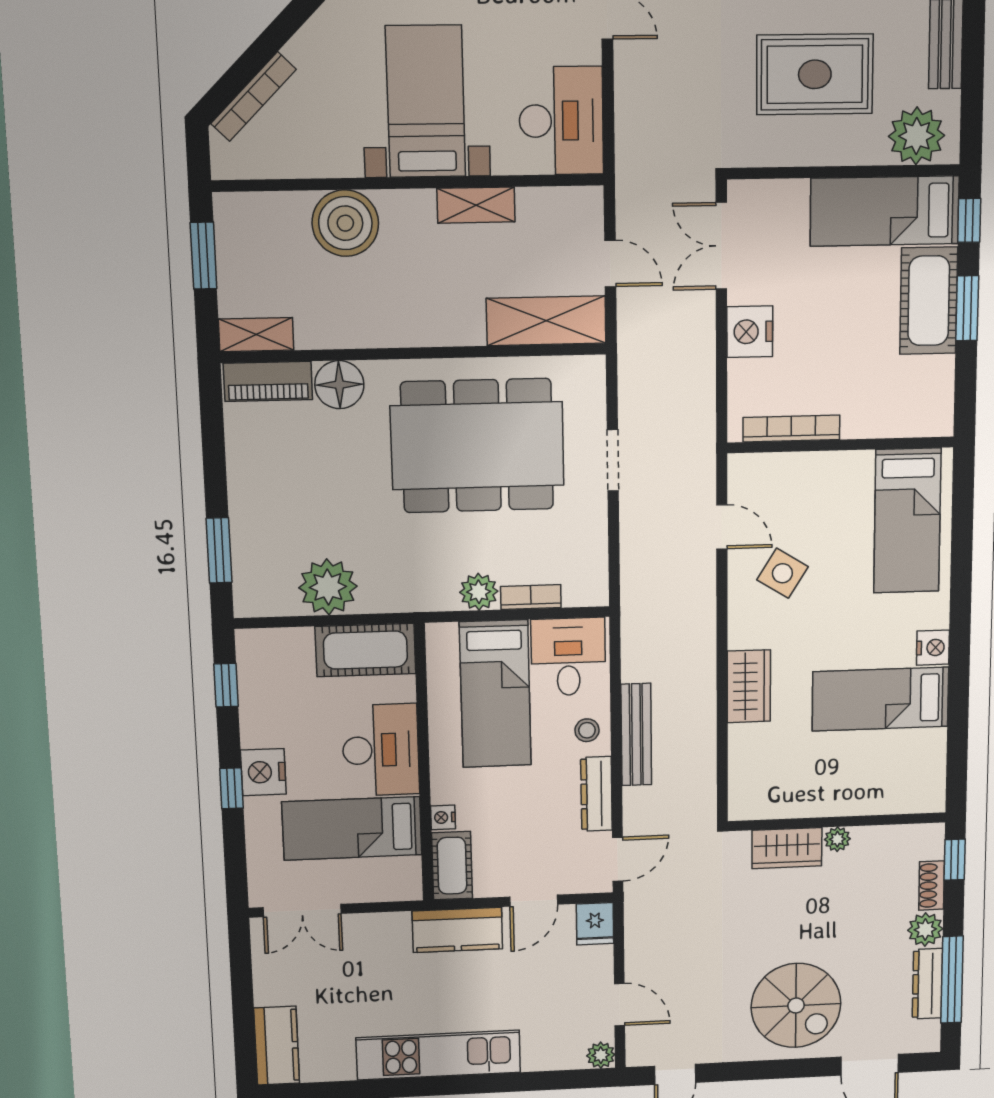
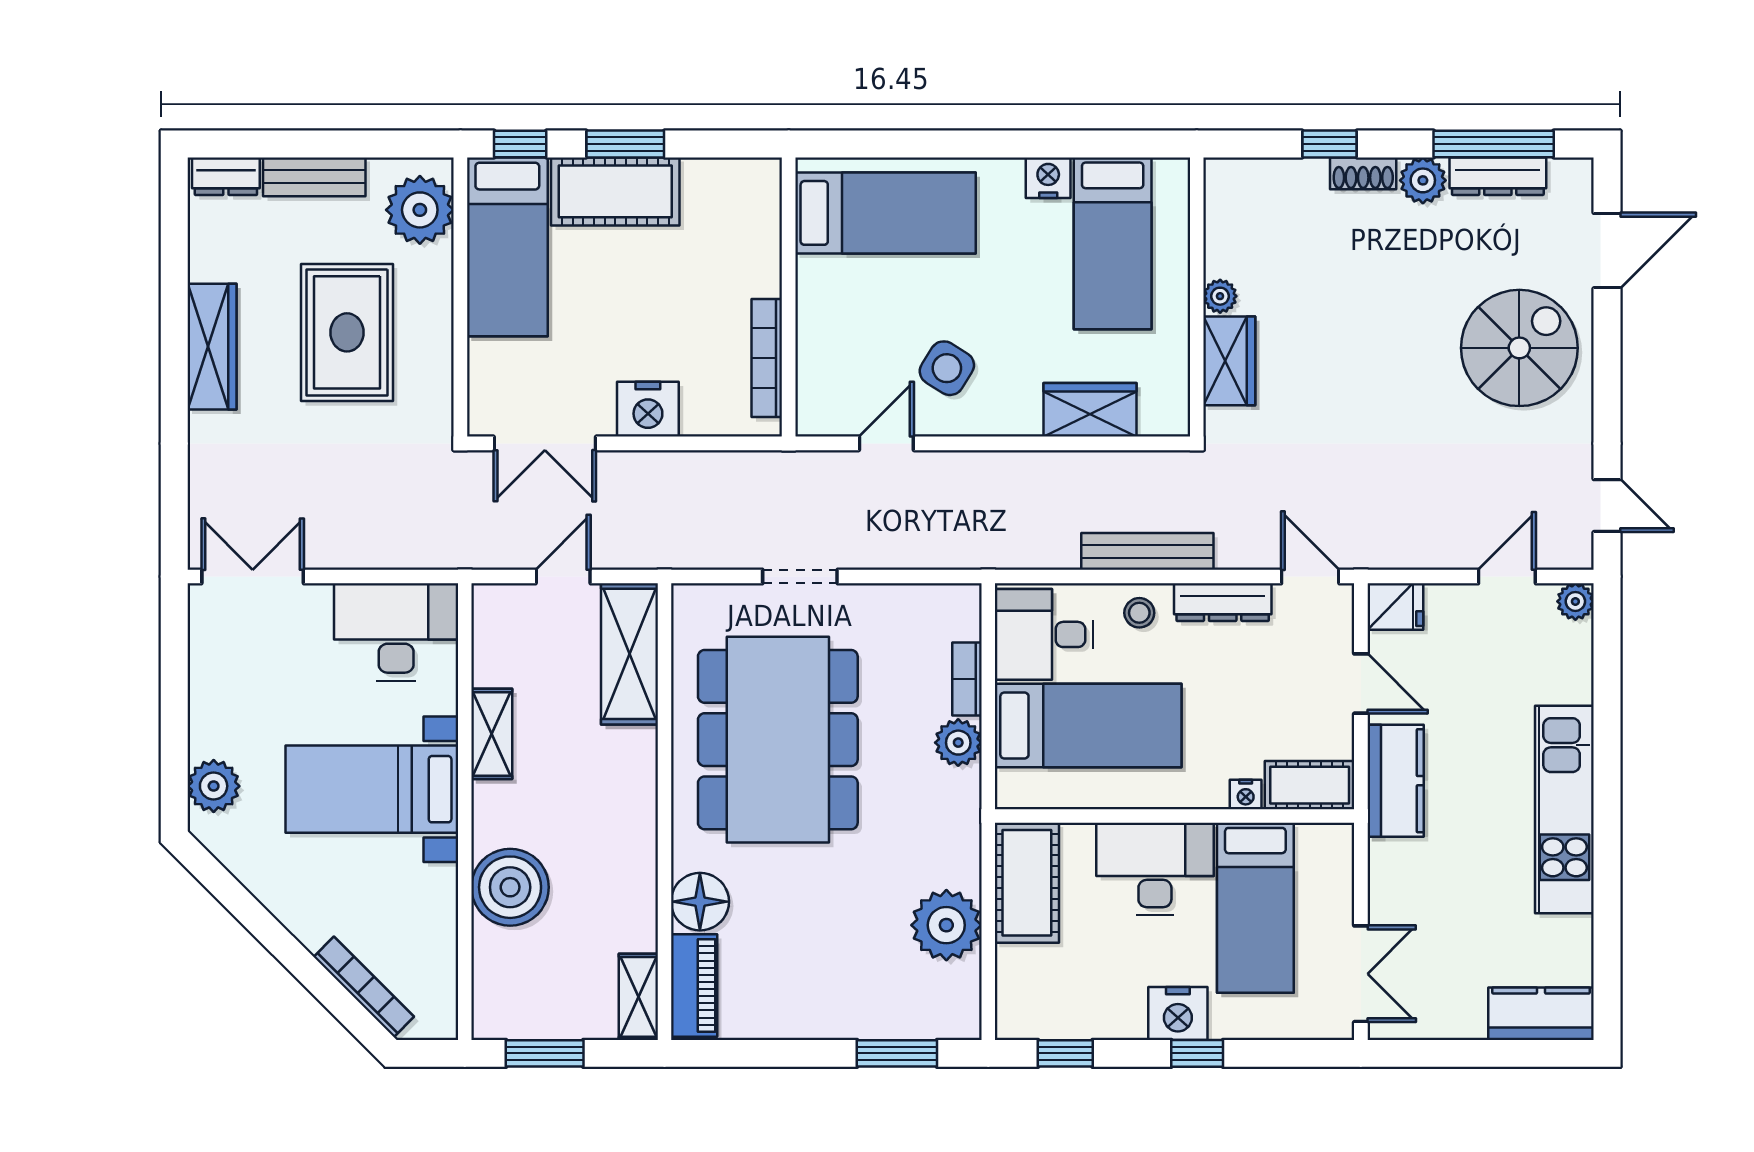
wall: (837, 822) -> (1197, 297), moved
plant: (837, 839) -> (1220, 296), moved
wardrobe: (787, 848) -> (1229, 361), moved

